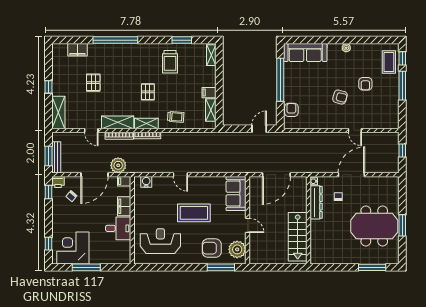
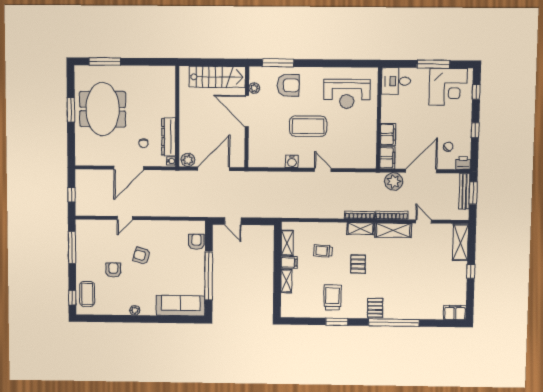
window: (182, 40) -> (337, 322), moved
filing cabinet: (77, 50) -> (455, 313), moved
shelving: (211, 55) -> (286, 281), moved
pallet: (93, 83) -> (375, 308), moved
window: (402, 86) -> (72, 247), moved
armchair: (291, 110) -> (196, 242), turned 180
trolley: (176, 117) -> (323, 251), moved
door: (259, 129) -> (233, 221), hinge flipped
door: (355, 130) -> (125, 218), swing flipped
filing cabinet: (124, 181) -> (387, 158), width x2.00
water cooler: (146, 182) -> (292, 162), moved
plant: (299, 182) -> (188, 160), added
window: (49, 192) -> (475, 130), moved
sofa: (236, 194) -> (260, 148), removed
door: (248, 225) -> (247, 111), width x1.88
meeting table: (374, 226) -> (103, 109), turned 90
desk: (118, 228) -> (396, 81), moved
stairs: (298, 237) -> (217, 77), moved, turned 90
plant: (237, 249) -> (254, 88), width x0.53, depth x0.53

